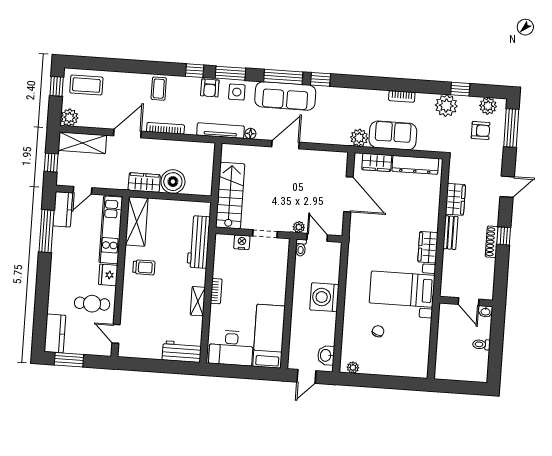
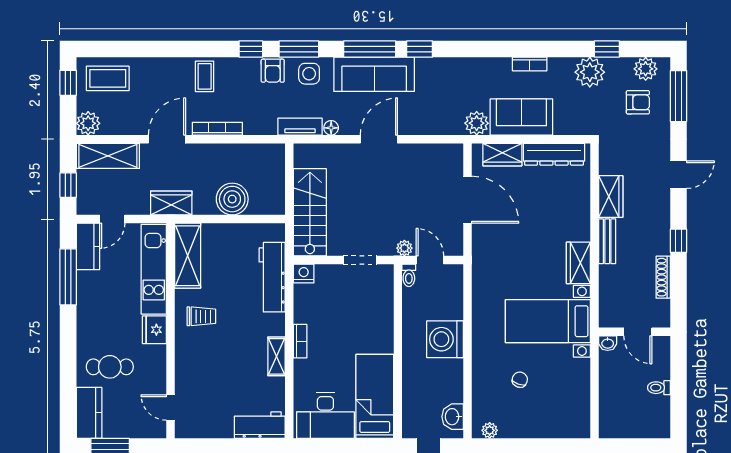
tv unit: (220, 131) -> (300, 127), width x0.71
wardrobe: (144, 182) -> (171, 203), moved
nightstand: (242, 242) -> (304, 274), moved
shoe rack: (492, 242) -> (663, 277), moved
cafe table: (92, 304) -> (110, 367), moved
washbasin: (485, 311) -> (608, 343), moved

